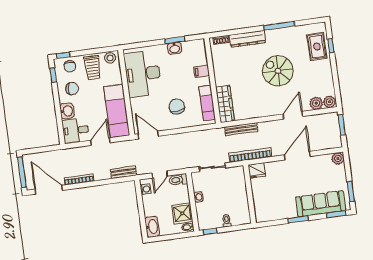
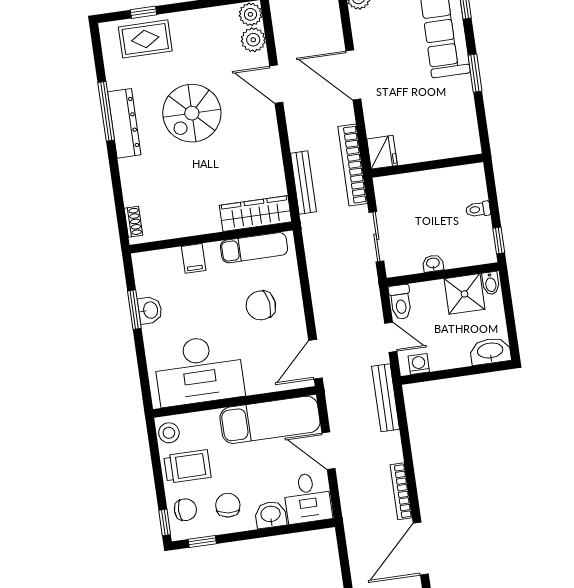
dresser: (247, 39) -> (124, 123), moved
bench: (123, 172) -> (386, 398), width x1.36

